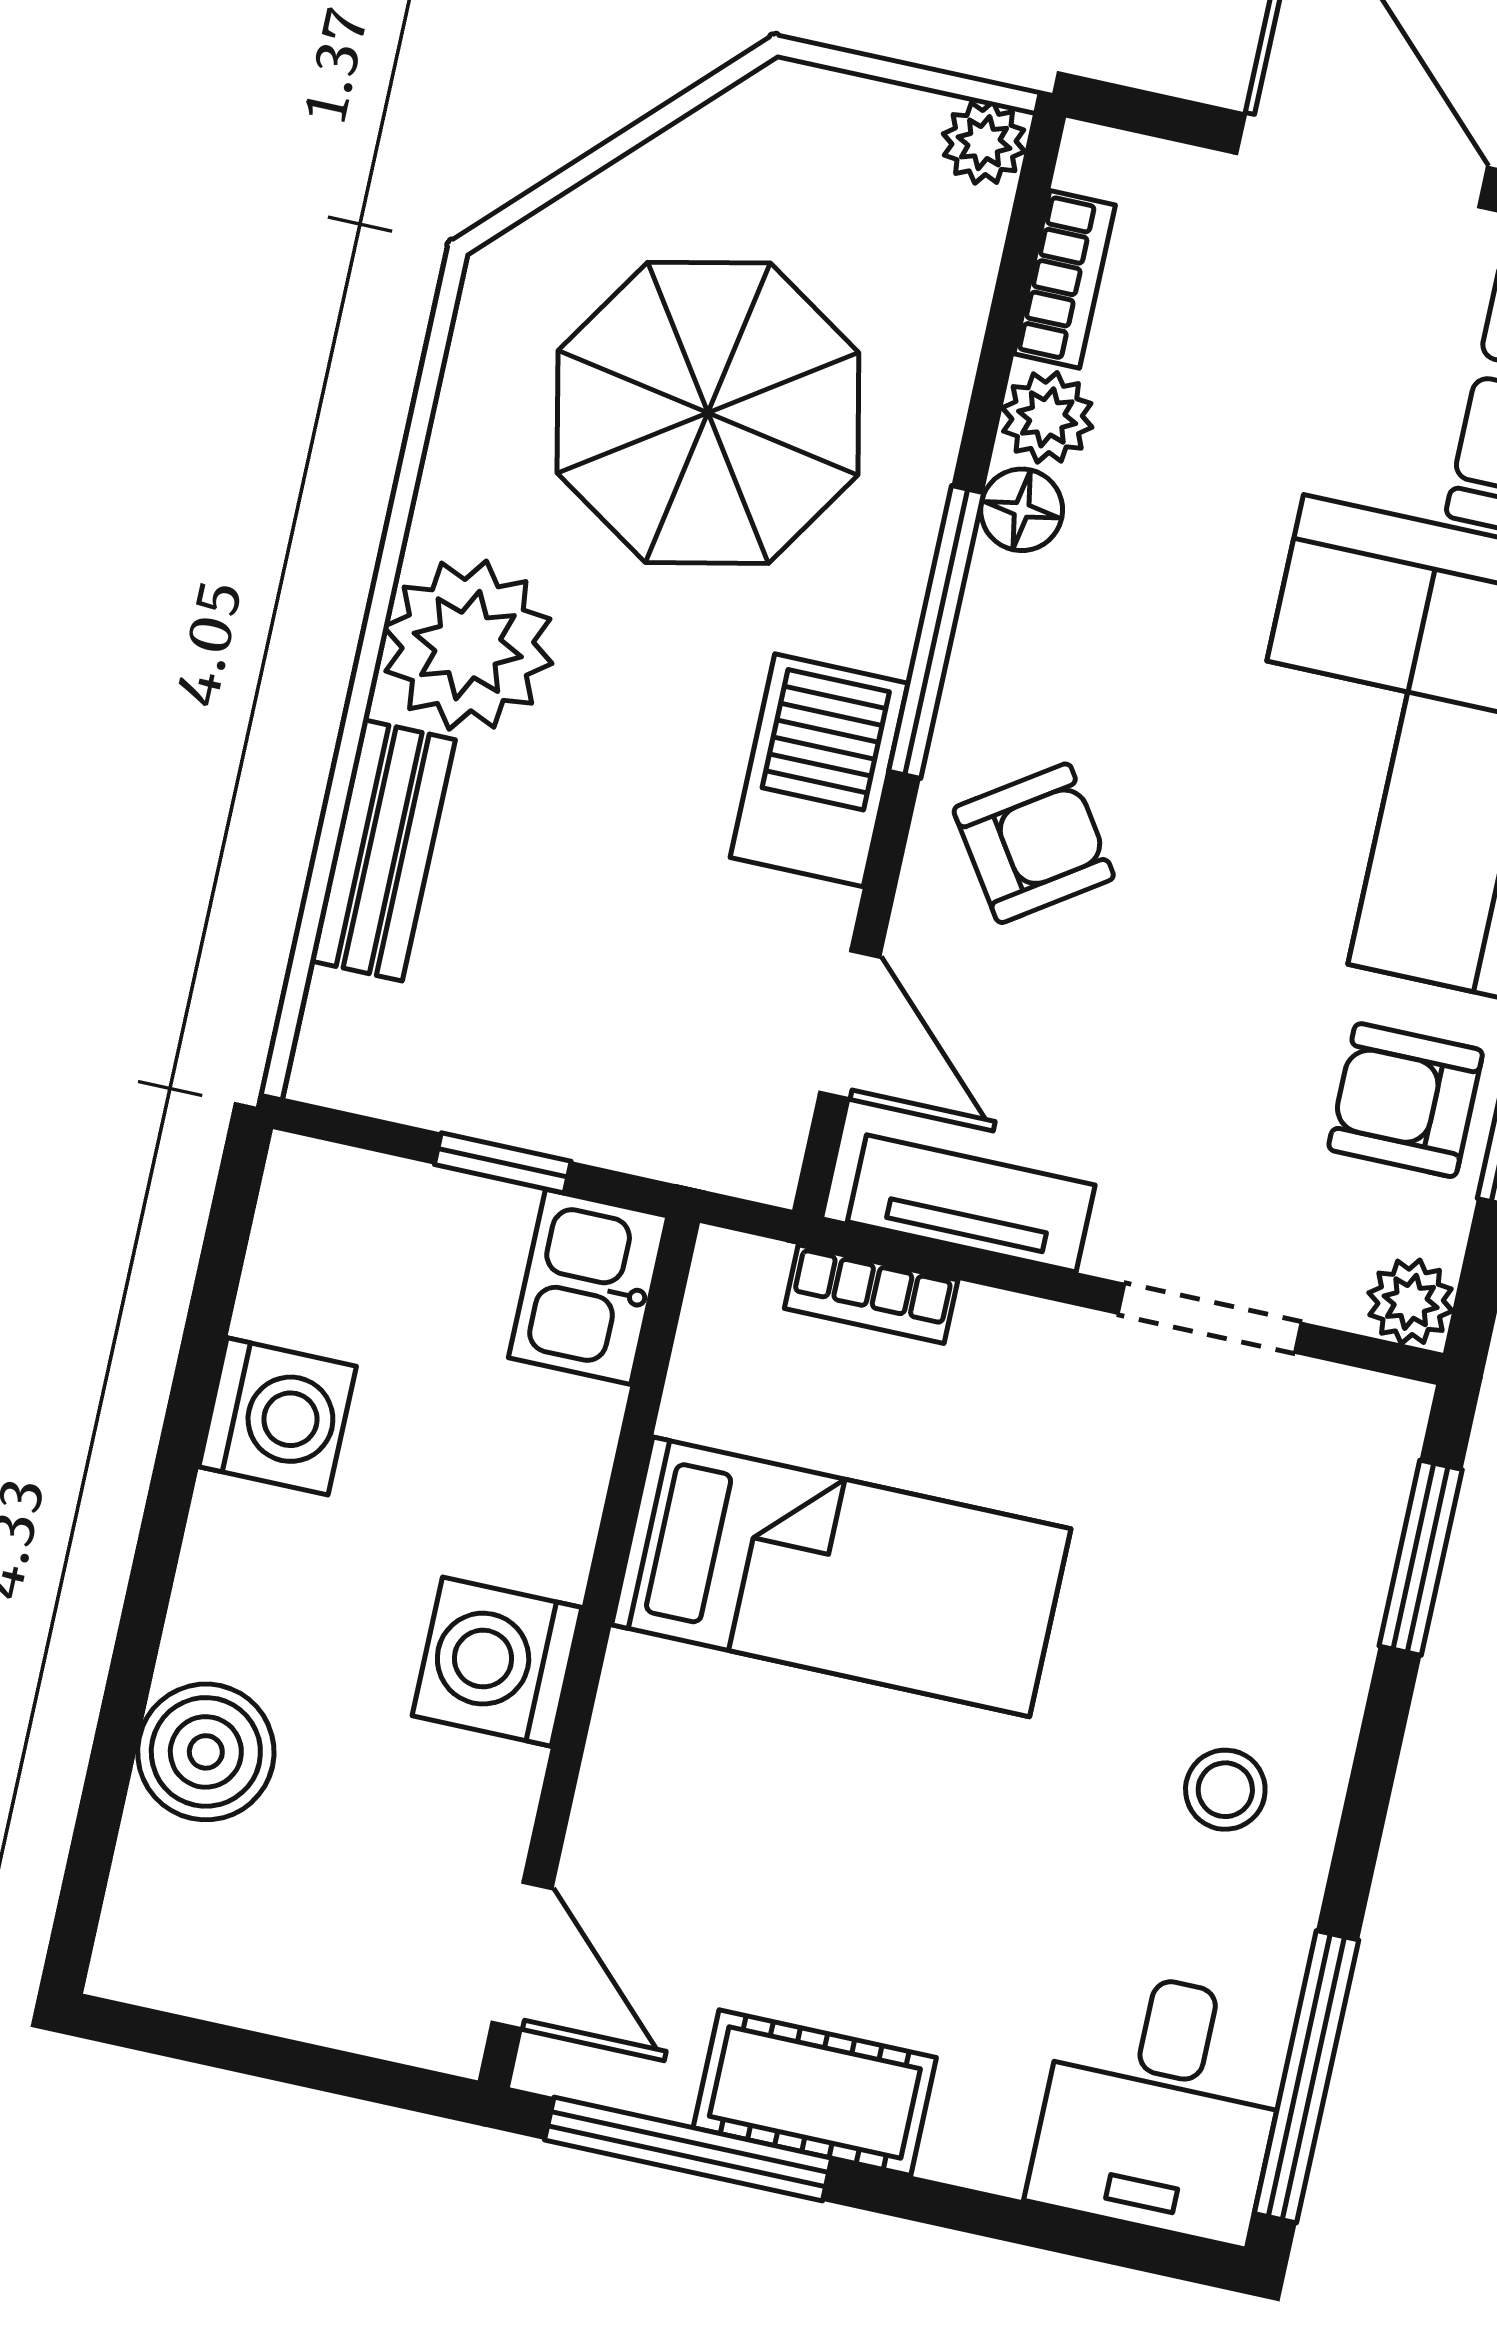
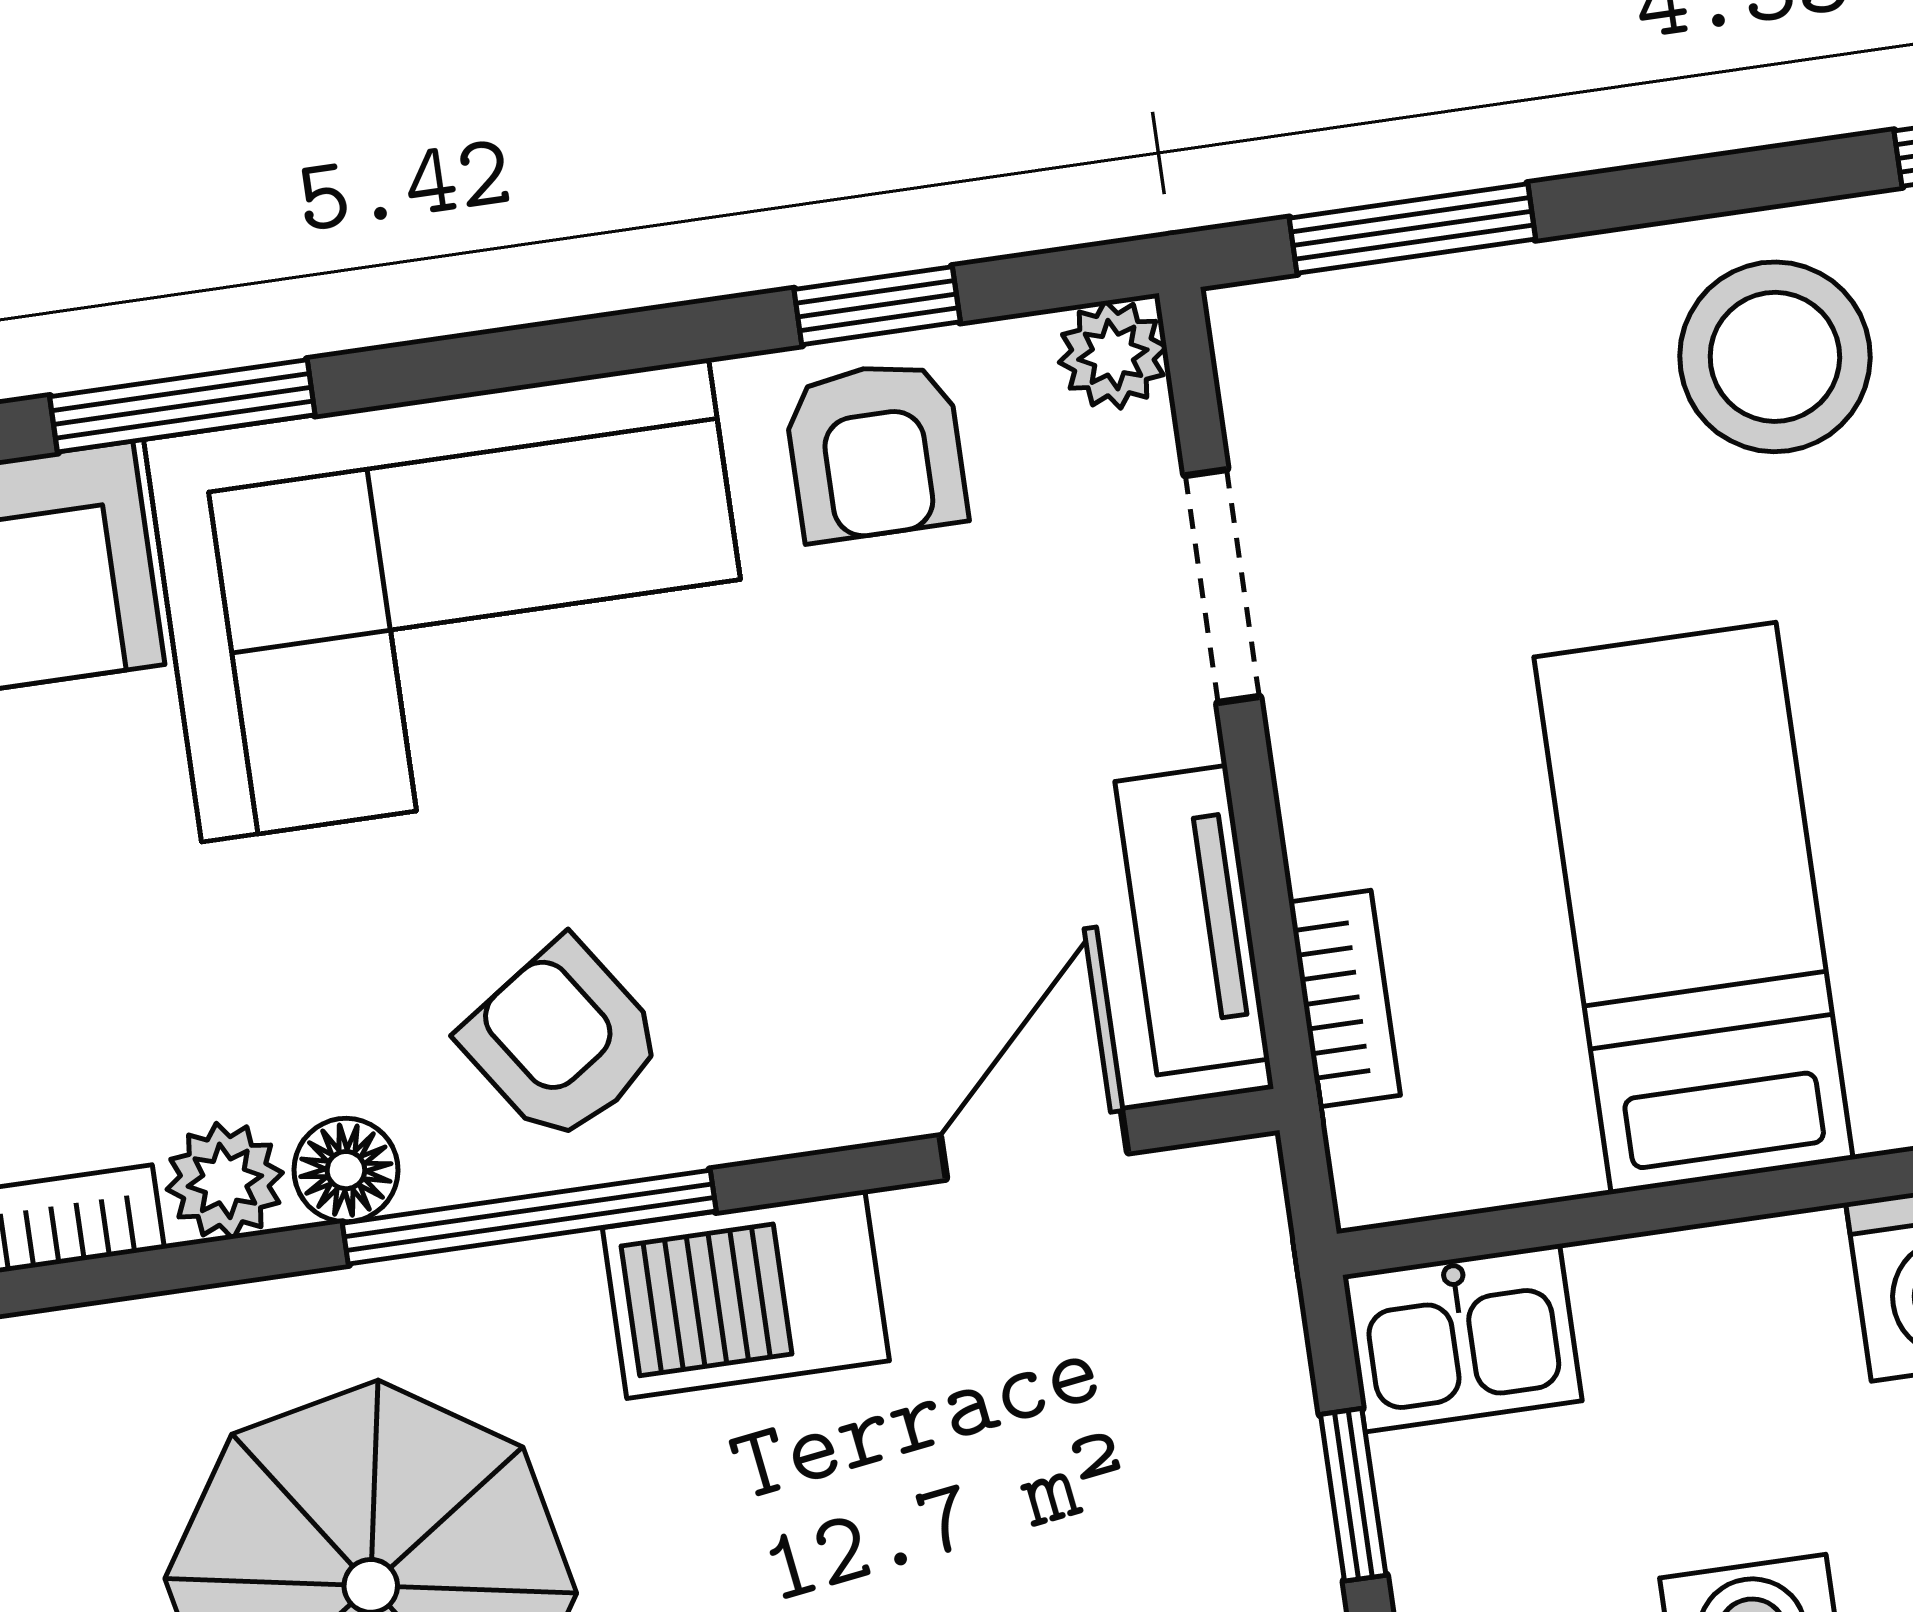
armchair: (1034, 843) -> (563, 1041), moved
stool: (1225, 1790) -> (1775, 357), width x1.89, depth x1.89

